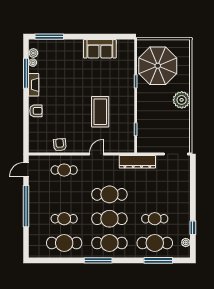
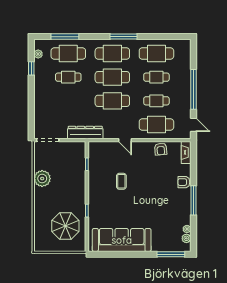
sofa: (100, 49) -> (122, 240), width x1.85, depth x1.27
parasol: (158, 66) -> (65, 226), width x0.73, depth x0.73
window: (26, 73) -> (194, 200), moved
fireplace: (34, 85) -> (186, 152), moved
plant: (182, 100) -> (42, 179), moved
coffee table: (100, 112) -> (121, 181), width x0.54, depth x0.58
door: (96, 154) -> (125, 140), hinge flipped
door: (26, 170) -> (194, 125), hinge flipped
cafe table: (64, 170) -> (156, 124), width x1.37, depth x1.35
cafe table: (64, 194) -> (156, 101), added

